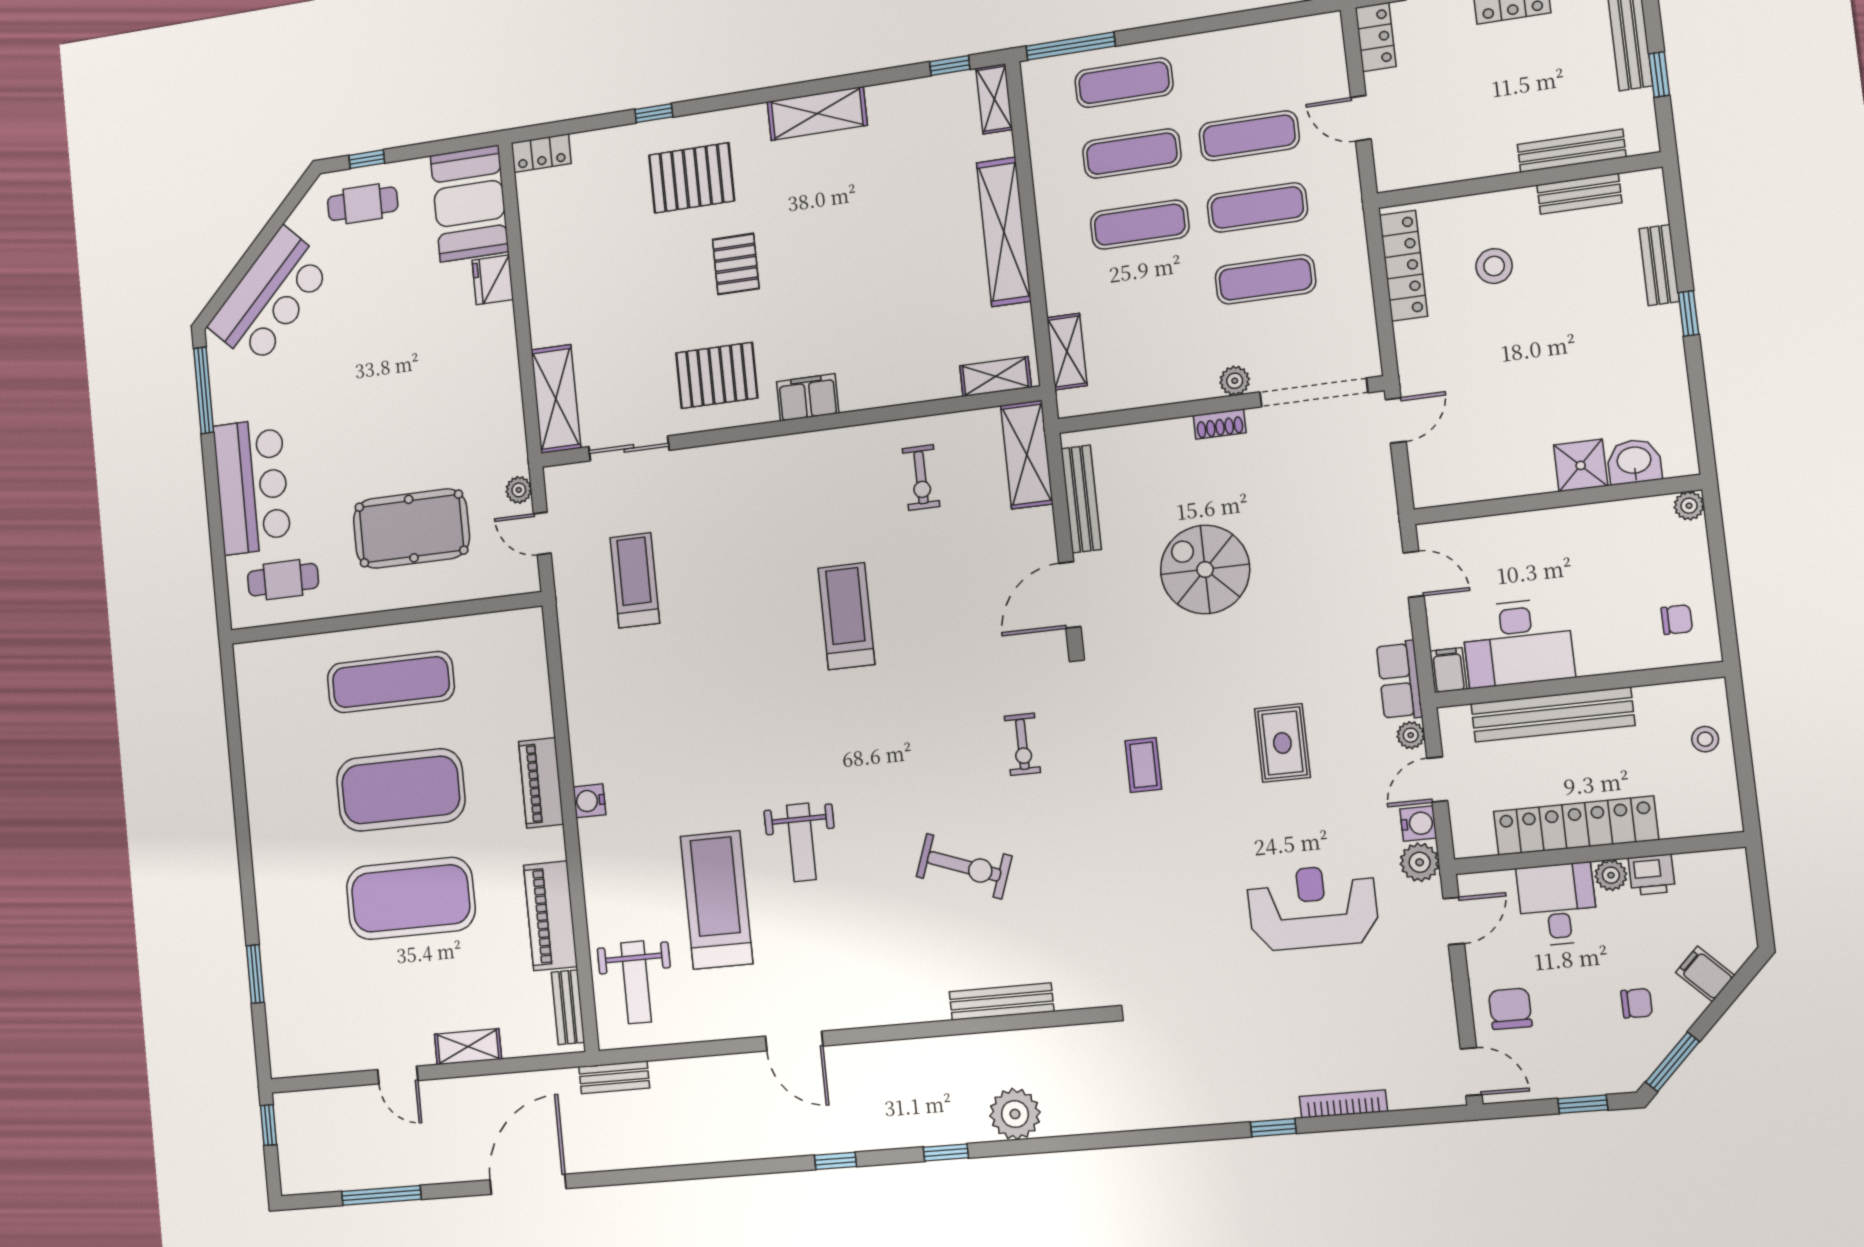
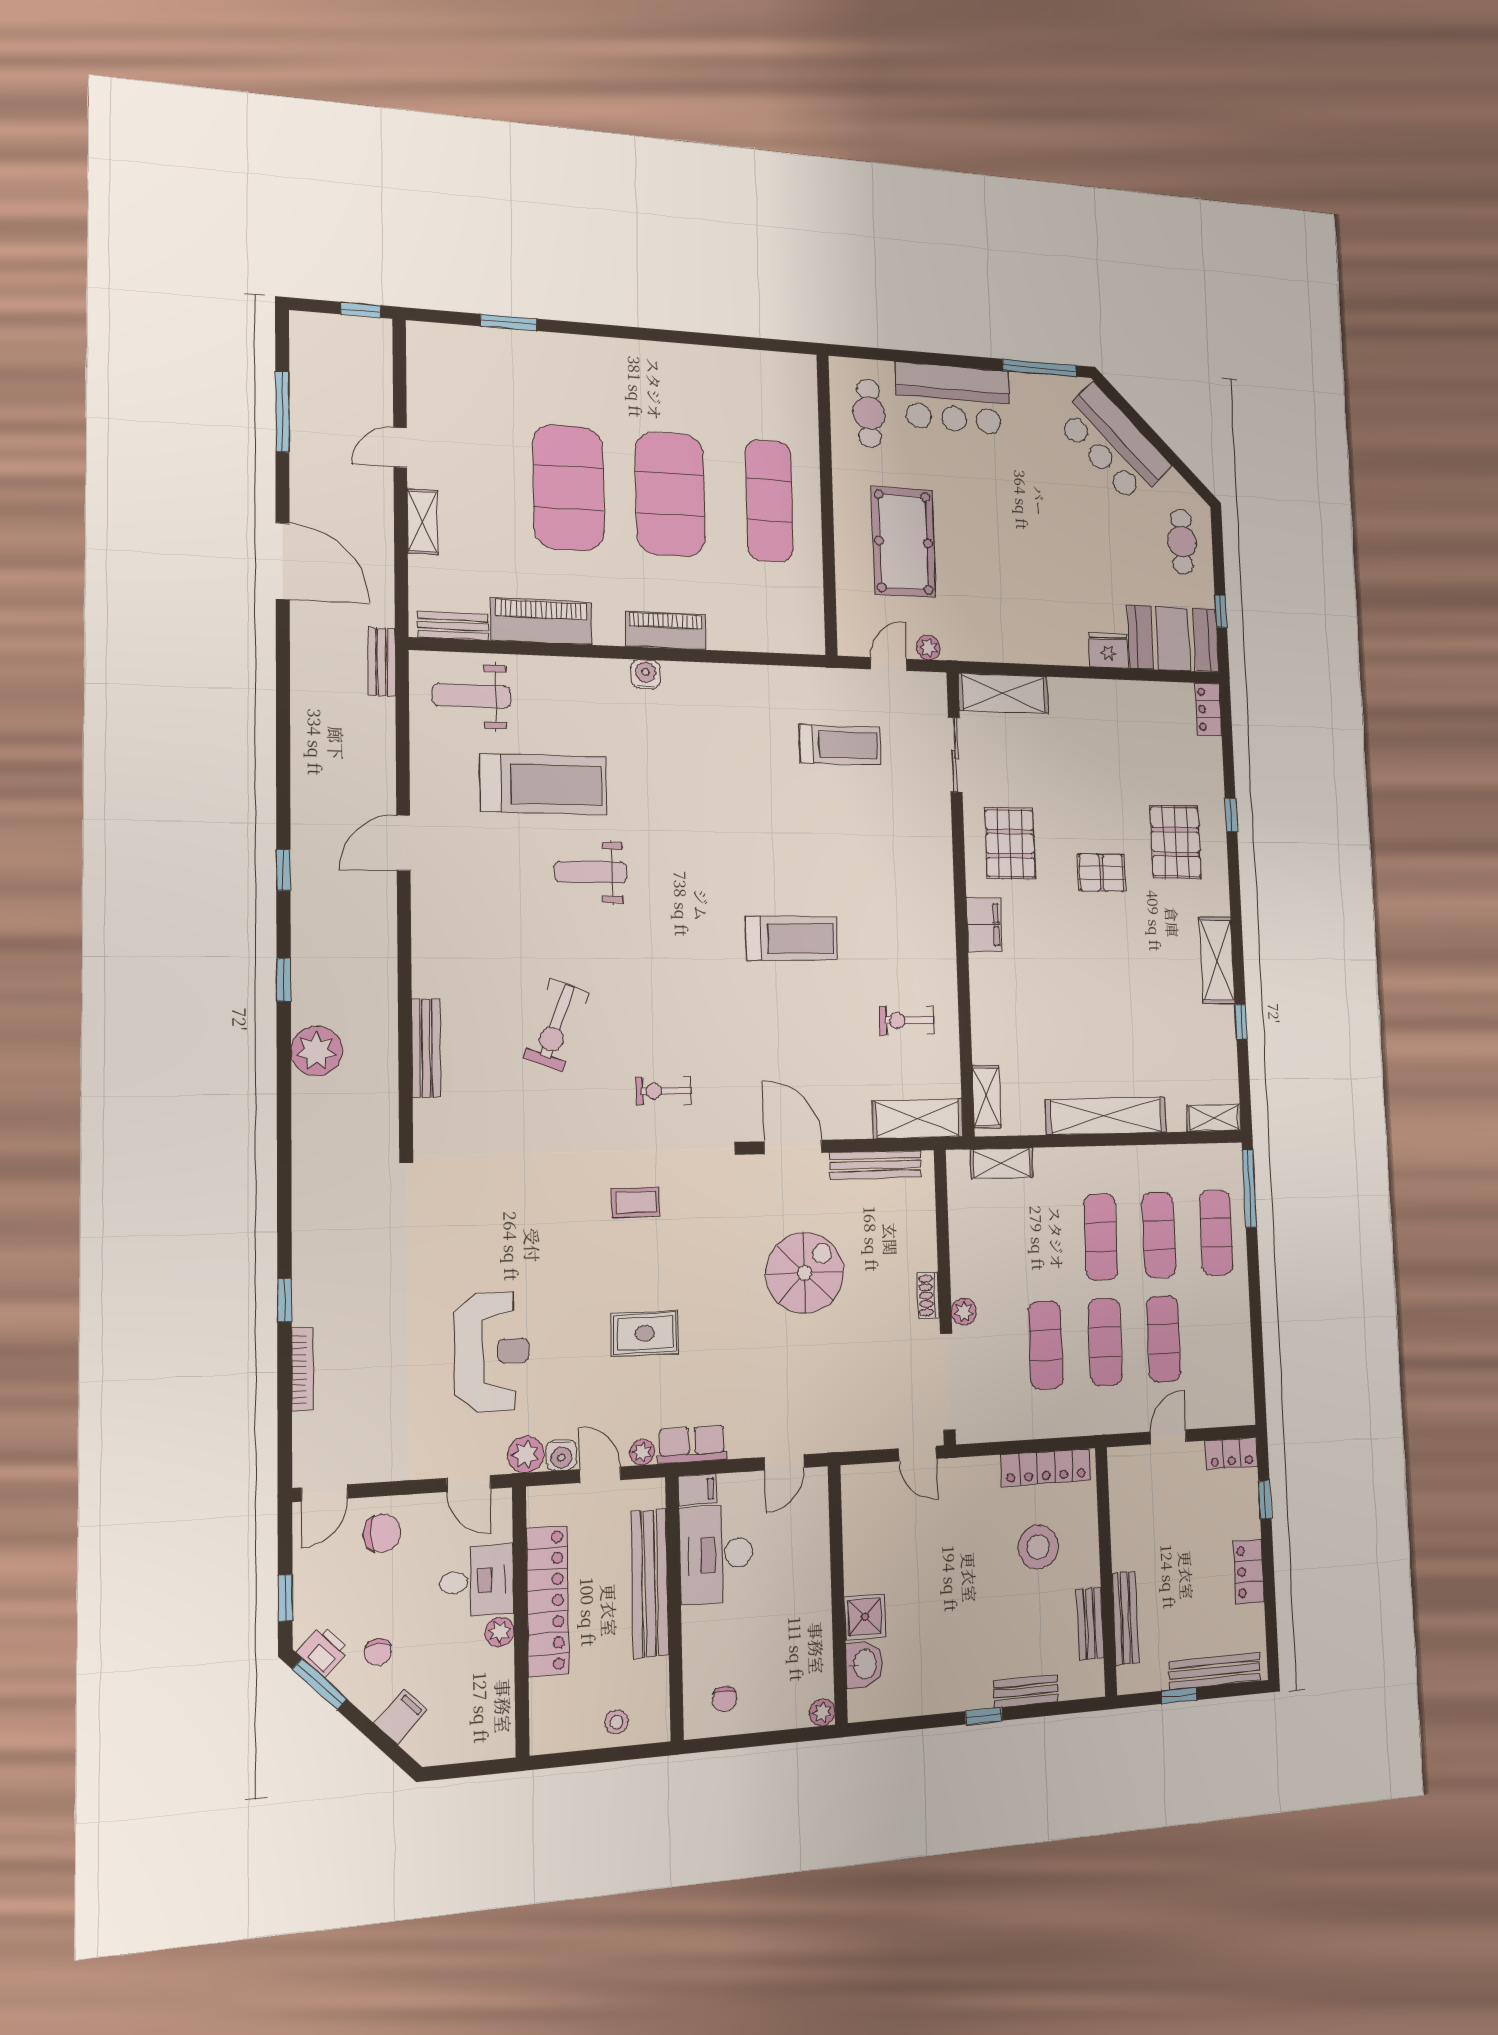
window: (950, 66) -> (1241, 1022), moved
window: (367, 159) -> (1221, 611), moved
stool: (1494, 266) -> (1038, 1547), width x1.38, depth x1.38
printer: (1652, 875) -> (323, 1651), moved, turned 135

